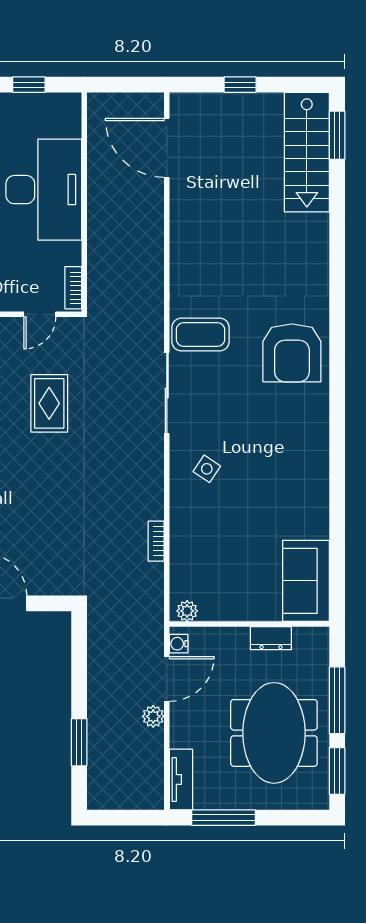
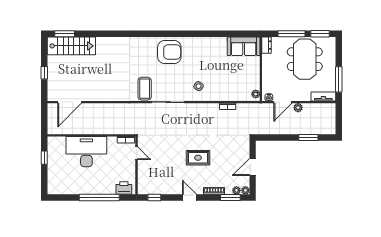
armchair: (292, 353) -> (169, 52), moved
rug: (49, 403) -> (198, 158), moved
dresser: (271, 638) -> (267, 45), moved
door: (167, 679) -> (283, 102), swing flipped
meeting table: (274, 733) -> (305, 59), turned 90

